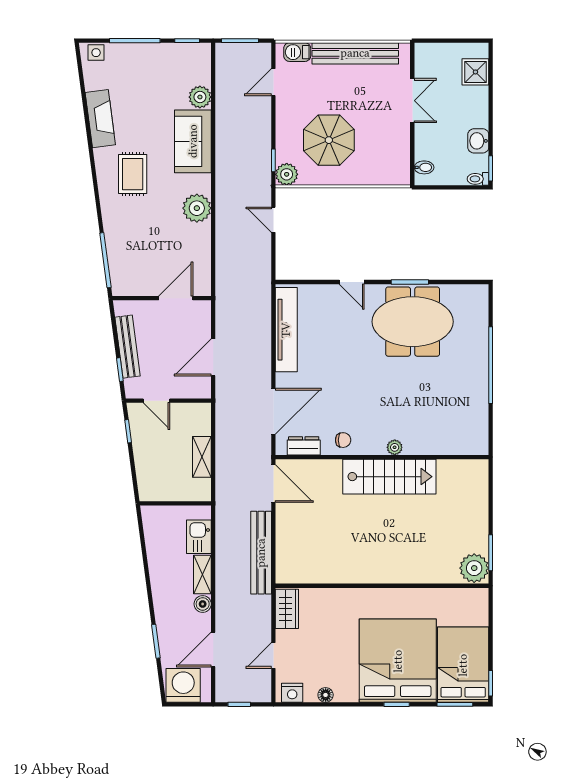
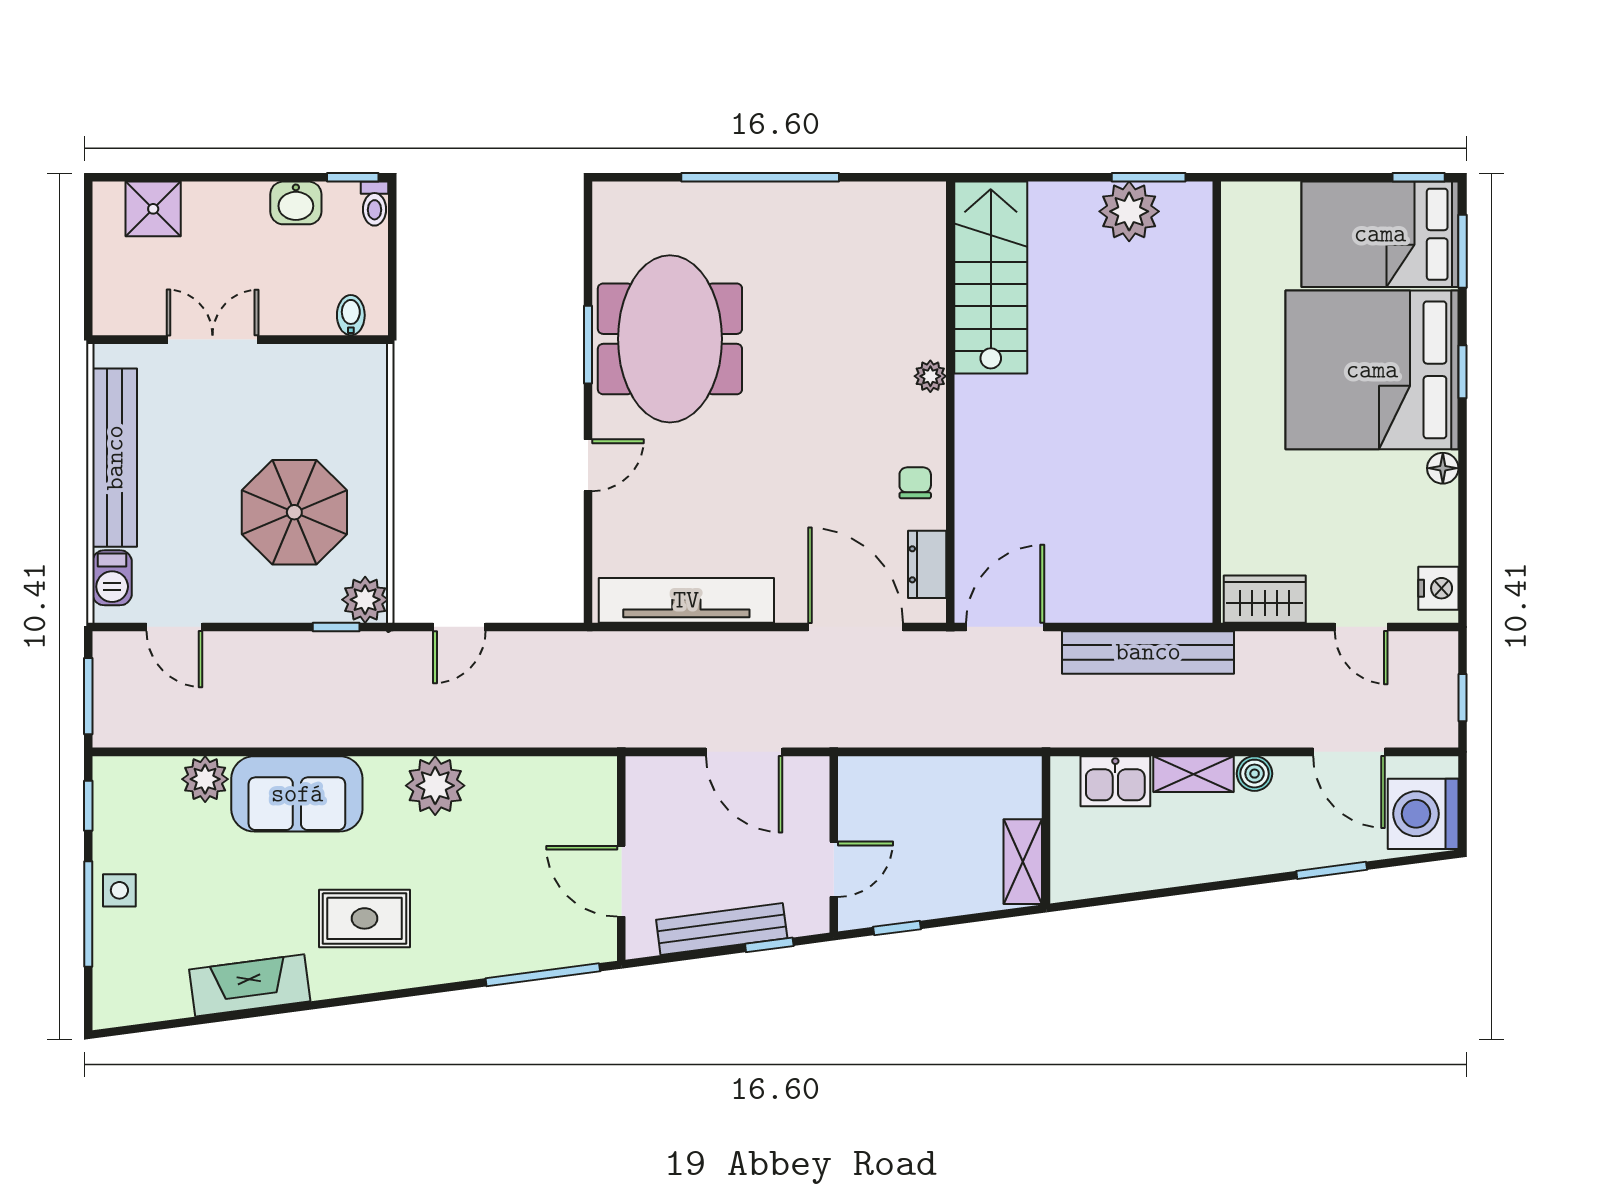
side table: (96, 53) -> (119, 890), moved
door: (176, 298) -> (621, 881), moved
shelving: (202, 457) -> (1023, 862), moved, turned 90
stairs: (389, 477) -> (991, 278), moved
plant: (474, 568) -> (1129, 211), moved
floor lamp: (326, 695) -> (1443, 468), moved

